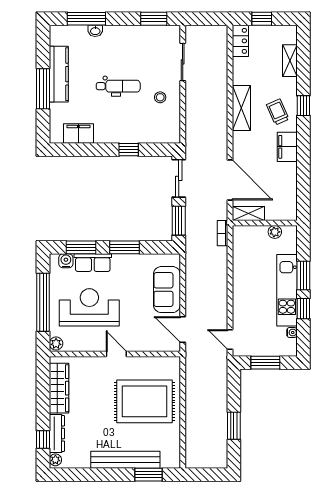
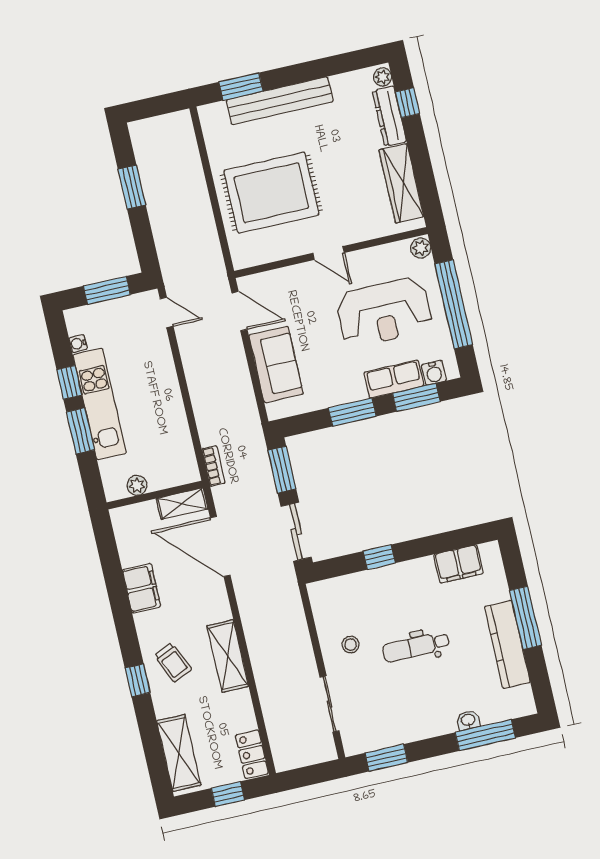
shelving: (290, 61) -> (179, 753), width x1.50, depth x1.33
filing cabinet: (287, 147) -> (141, 588), moved

